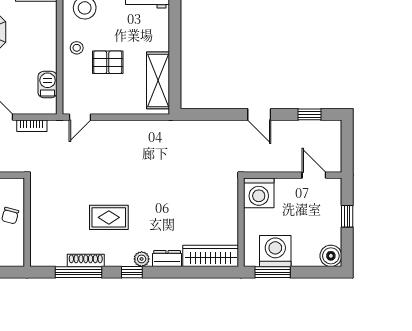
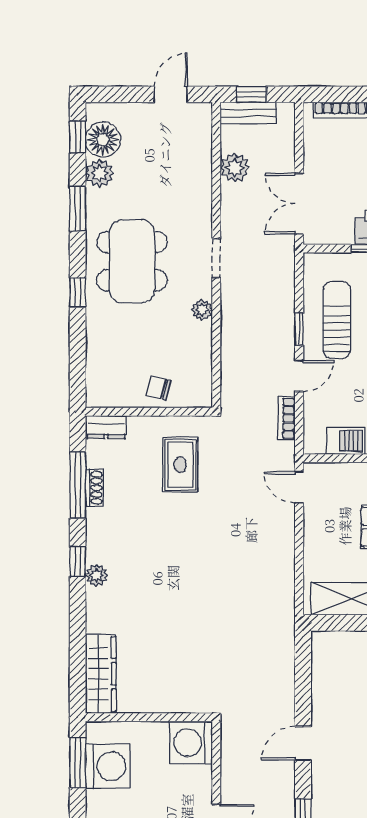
rug: (109, 217) -> (180, 465), moved
dresser: (167, 259) -> (106, 427), moved, turned 90
shoe rack: (86, 260) -> (94, 488), width x0.70

